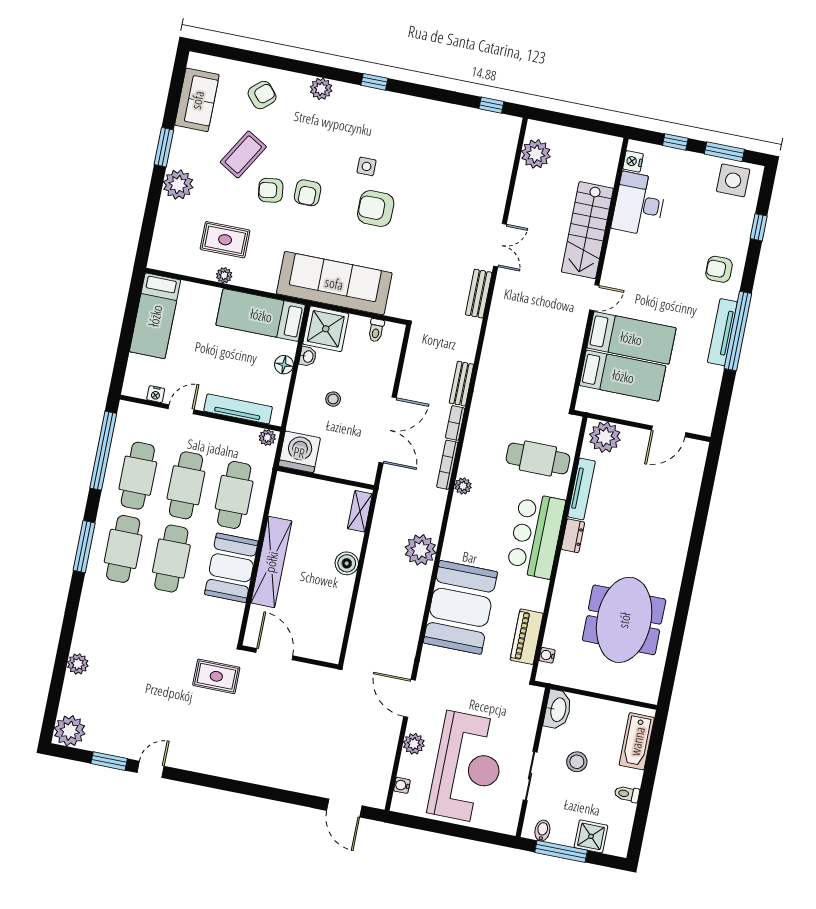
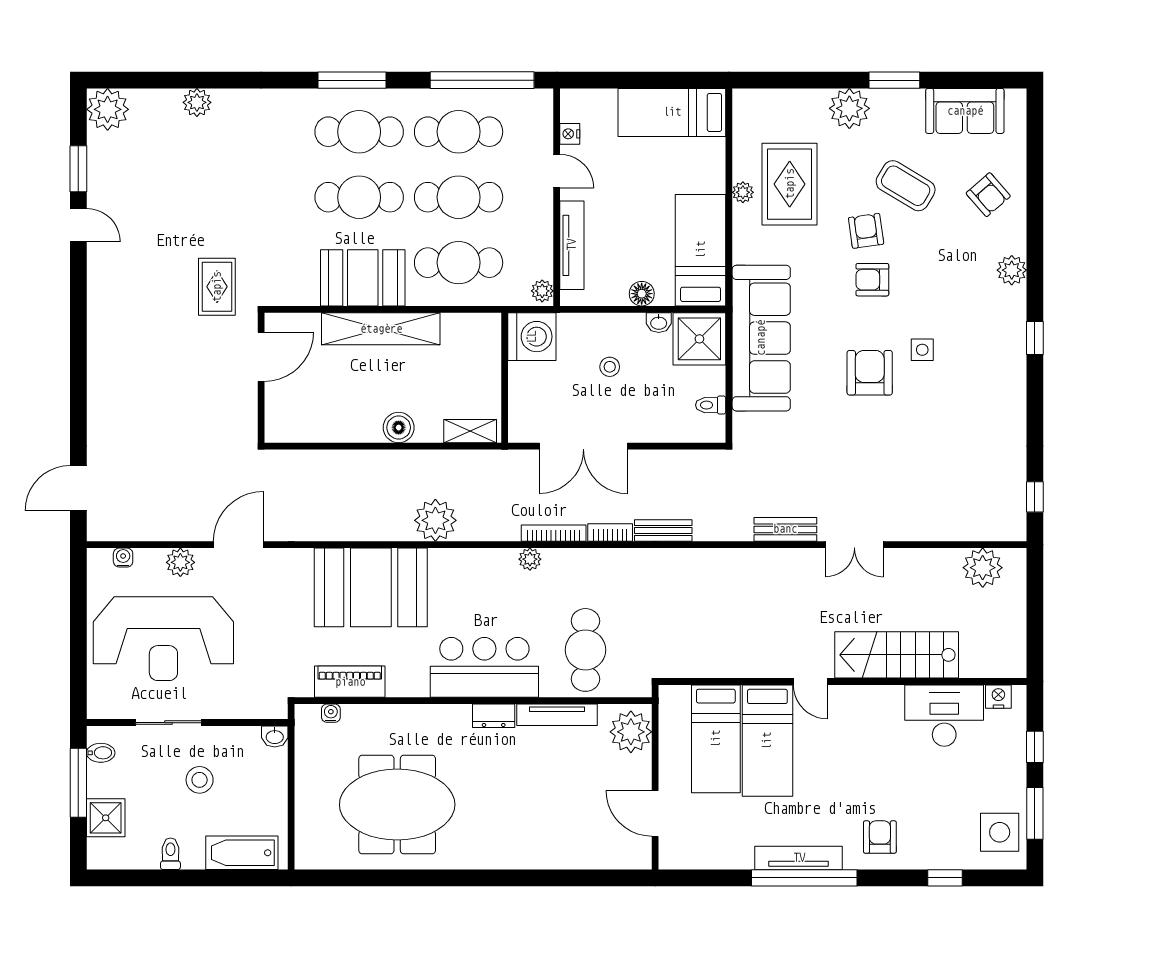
rug: (225, 240) -> (790, 184), width x1.36, depth x1.43
washbasin: (558, 710) -> (275, 736), width x0.52, depth x0.69

